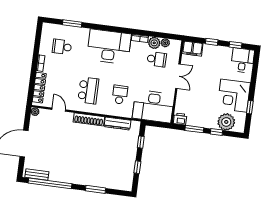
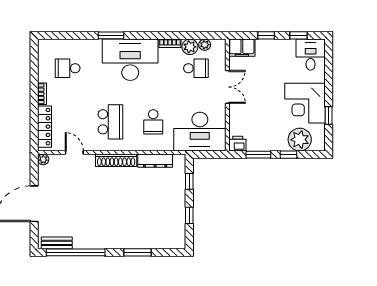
window: (72, 23) -> (111, 35), moved
school desk: (120, 95) -> (153, 122), turned 180

